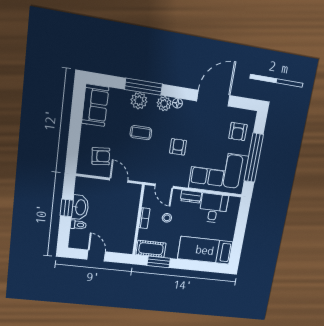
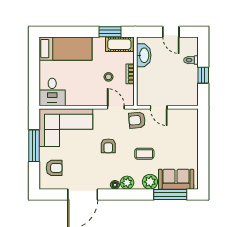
window: (144, 87) -> (170, 194), moved
sofa: (95, 105) -> (176, 179), moved, turned 90
armchair: (238, 132) -> (54, 168), turned 90
armchair: (101, 156) -> (137, 120), moved
window: (254, 158) -> (34, 146), width x0.68
dresser: (191, 197) -> (88, 101), removed
washbasin: (80, 207) -> (144, 55), moved, turned 180
desk: (213, 208) -> (52, 92), moved

